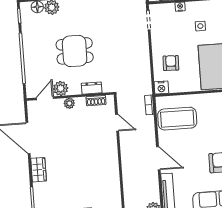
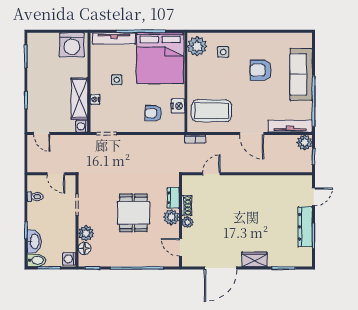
plant: (61, 88) -> (171, 217), moved
nightstand: (161, 88) -> (178, 106), moved
shoe rack: (96, 101) -> (187, 205), moved
coffee table: (177, 119) -> (212, 111), turned 90
door: (158, 158) -> (252, 133), swing flipped

